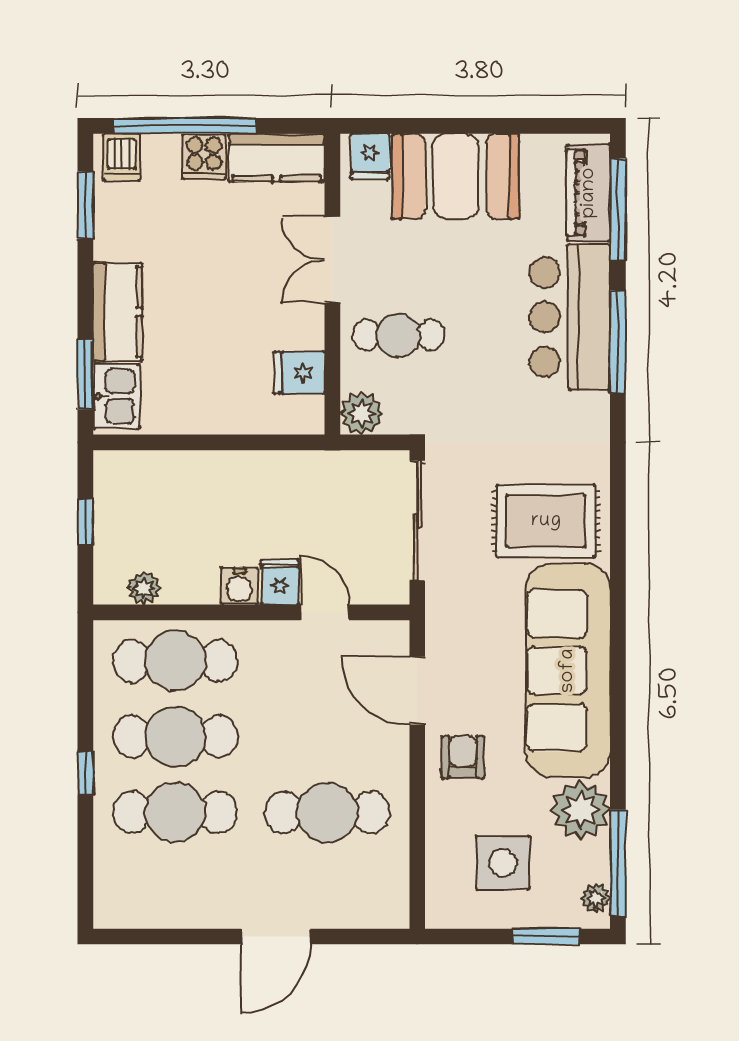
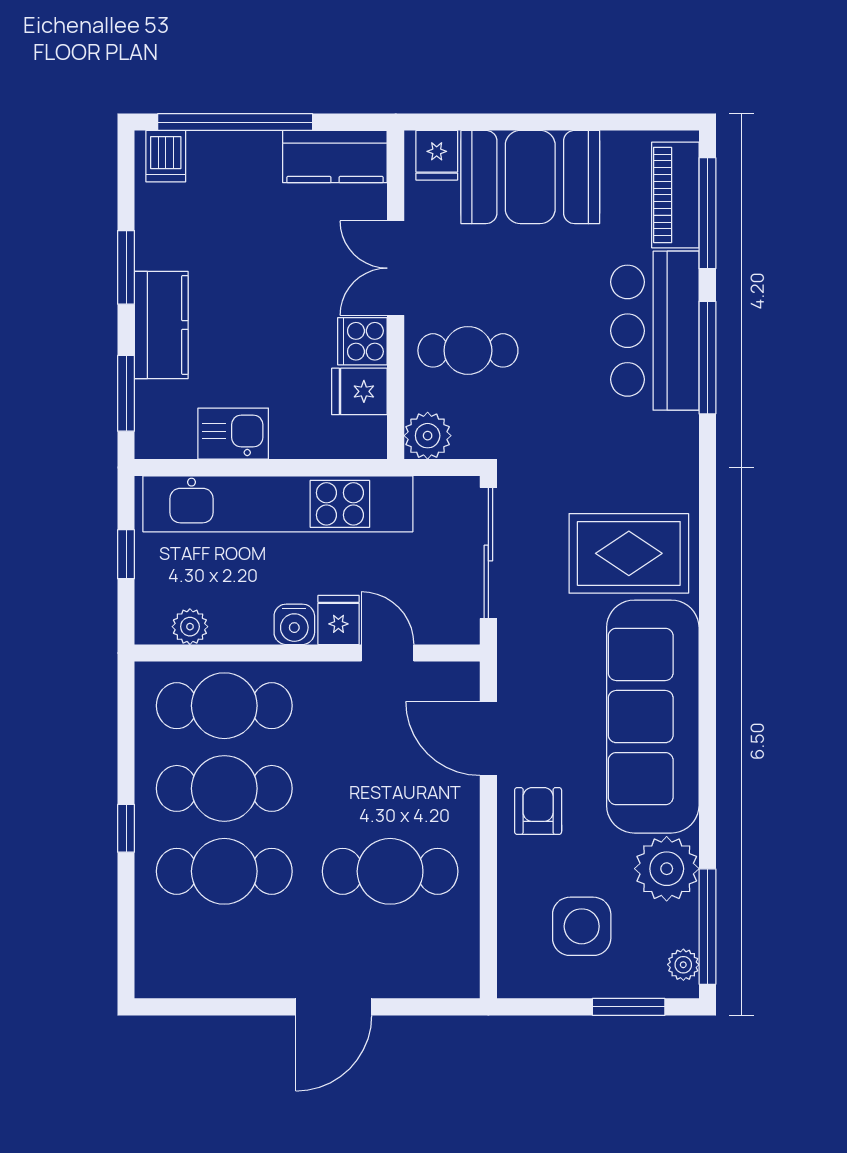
cooker: (204, 156) -> (362, 341), moved, turned 90
window: (85, 205) -> (126, 267), moved
kitchen sink: (116, 396) -> (233, 434), moved, turned -90
kitchen unit: (224, 476) -> (278, 504), added

